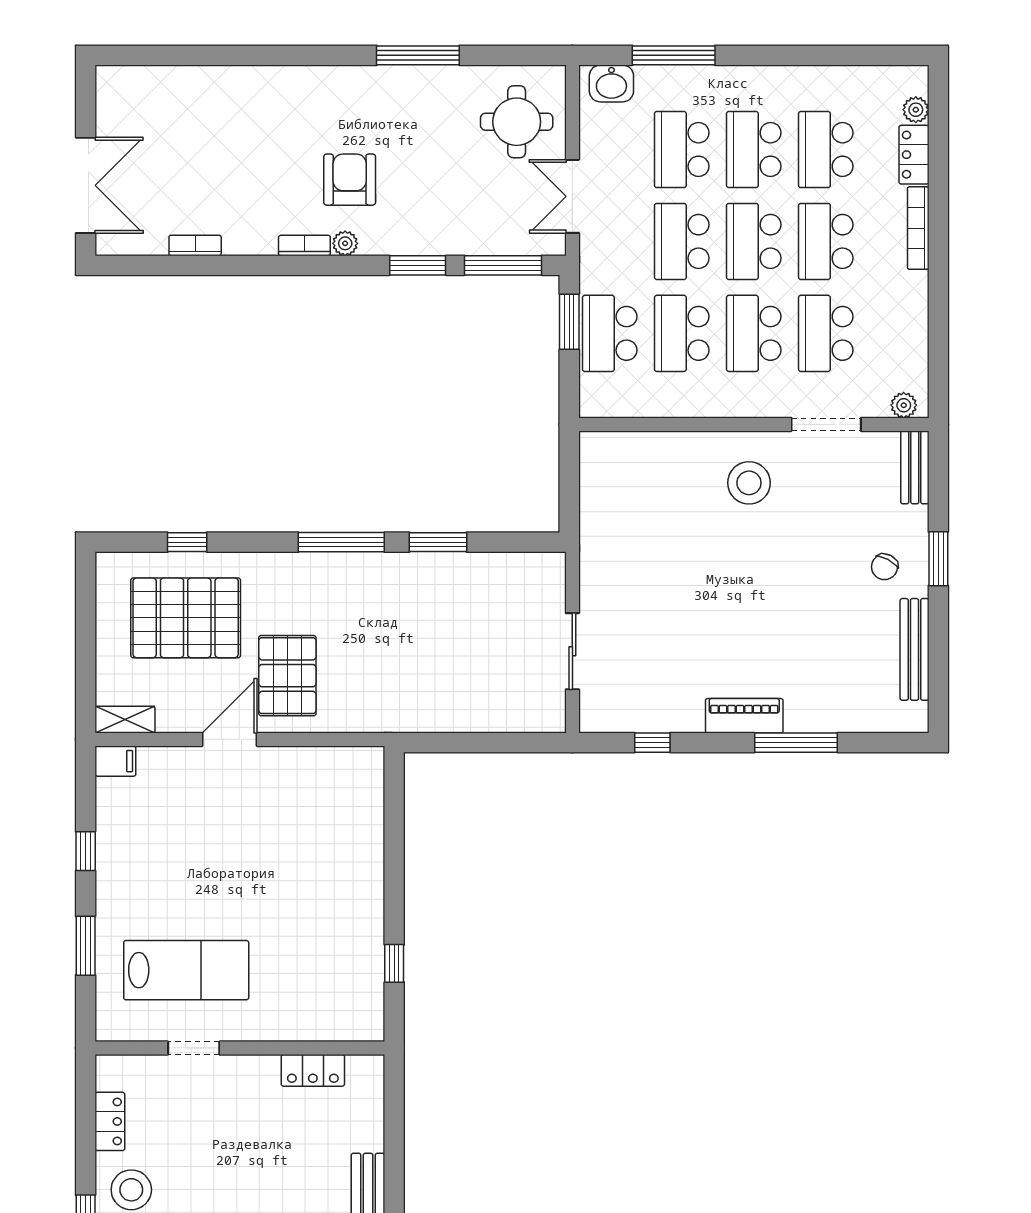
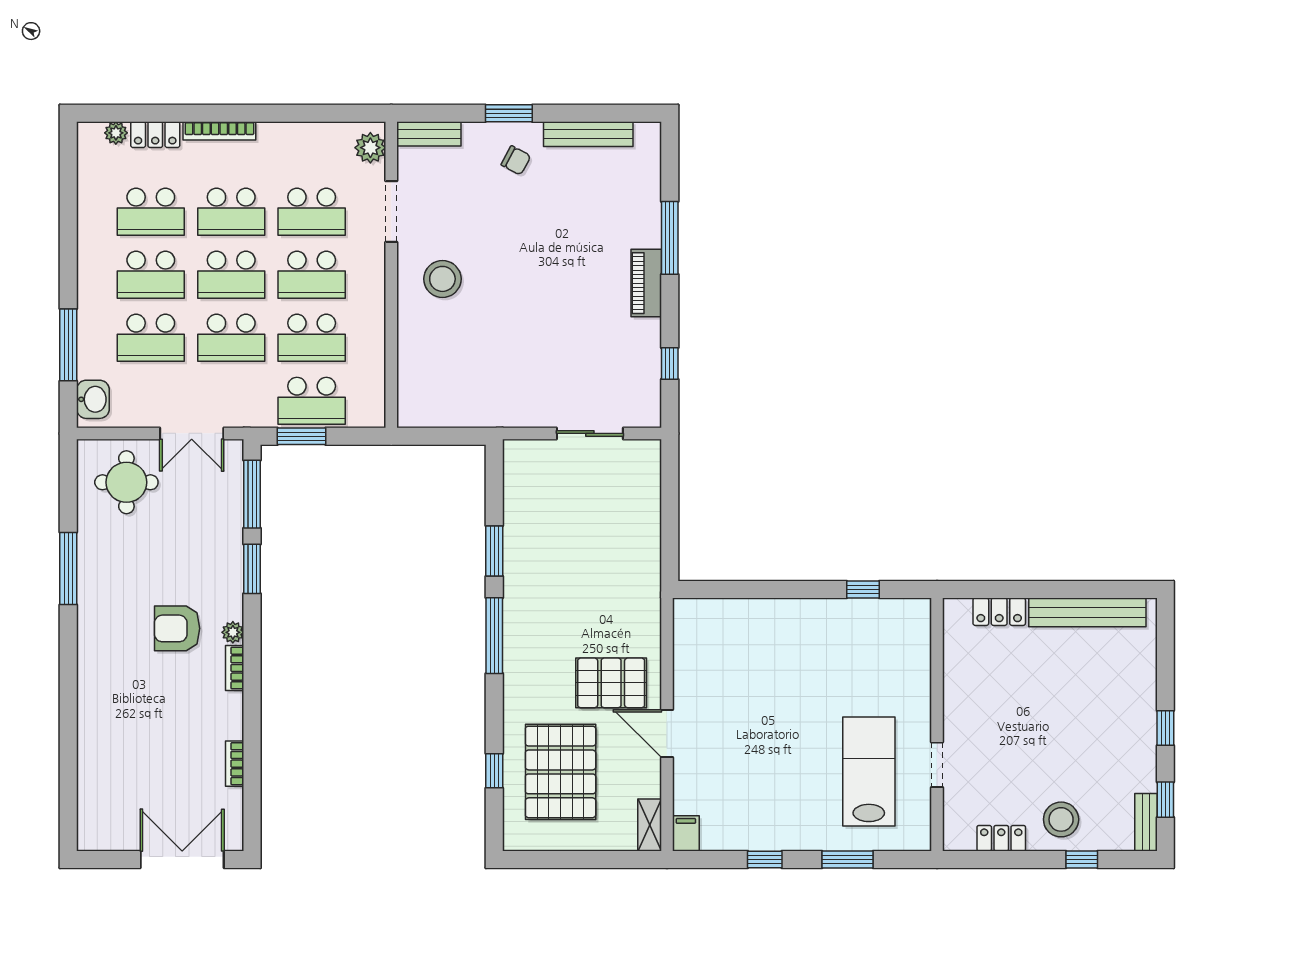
plant: (904, 405) -> (370, 148), width x1.38, depth x1.38
locker: (313, 1070) -> (999, 612), moved, turned 90

